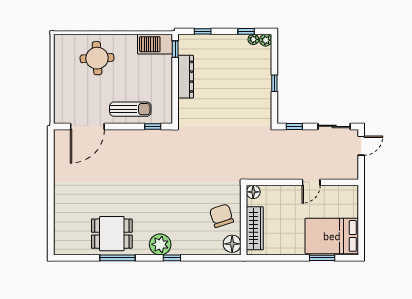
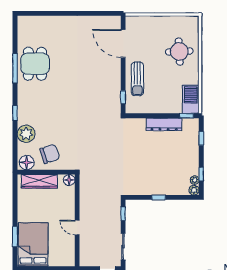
plant: (160, 244) -> (26, 134), moved

